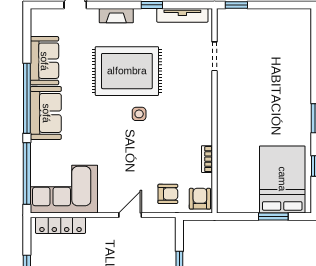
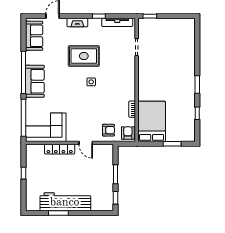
sofa: (44, 61) -> (34, 36), moved
rug: (127, 71) -> (84, 56), width x0.73, depth x0.69
bed: (282, 179) -> (152, 121), moved
door: (130, 215) -> (86, 143), swing flipped
locker: (61, 225) -> (60, 149), moved

